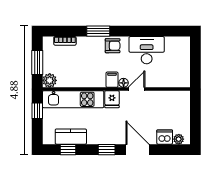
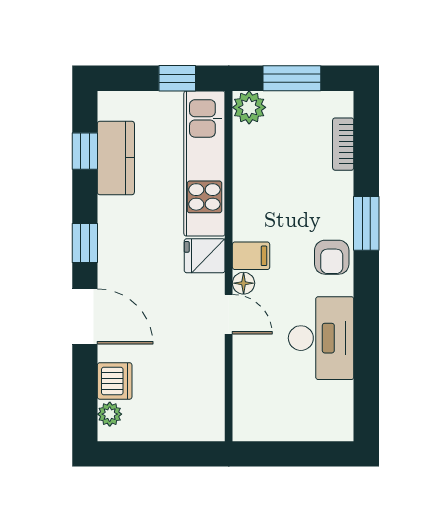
door: (138, 150) -> (85, 316), hinge flipped

